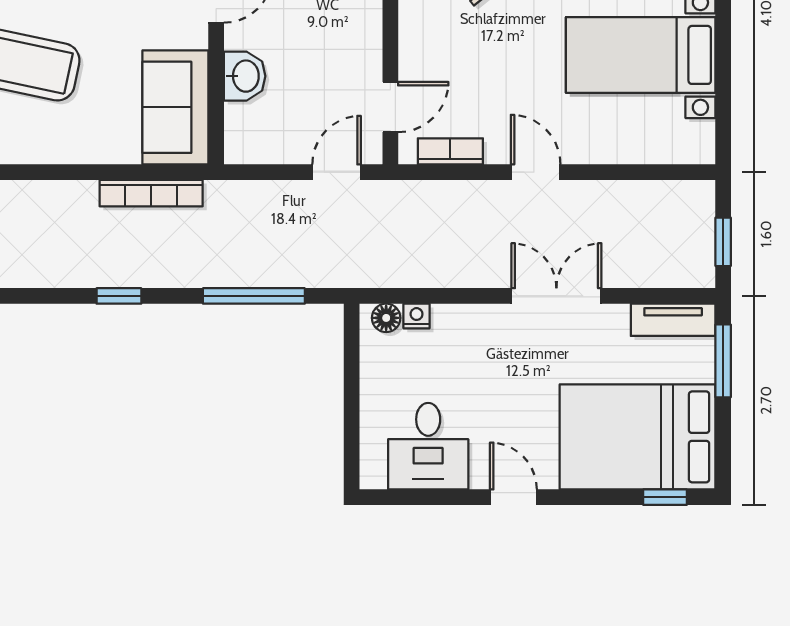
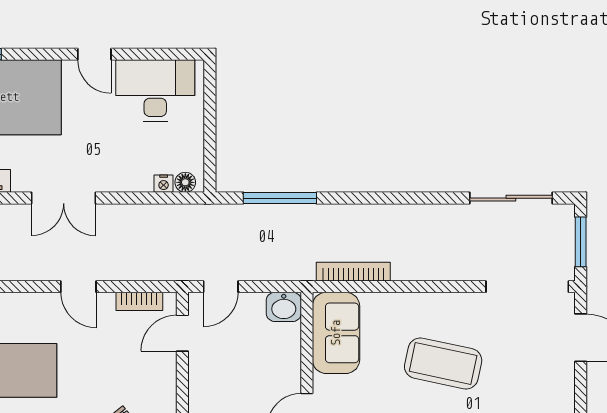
washbasin: (245, 76) -> (284, 307), moved, turned -90
window: (119, 296) -> (376, 198), removed
desk: (428, 446) -> (155, 91), width x1.37

